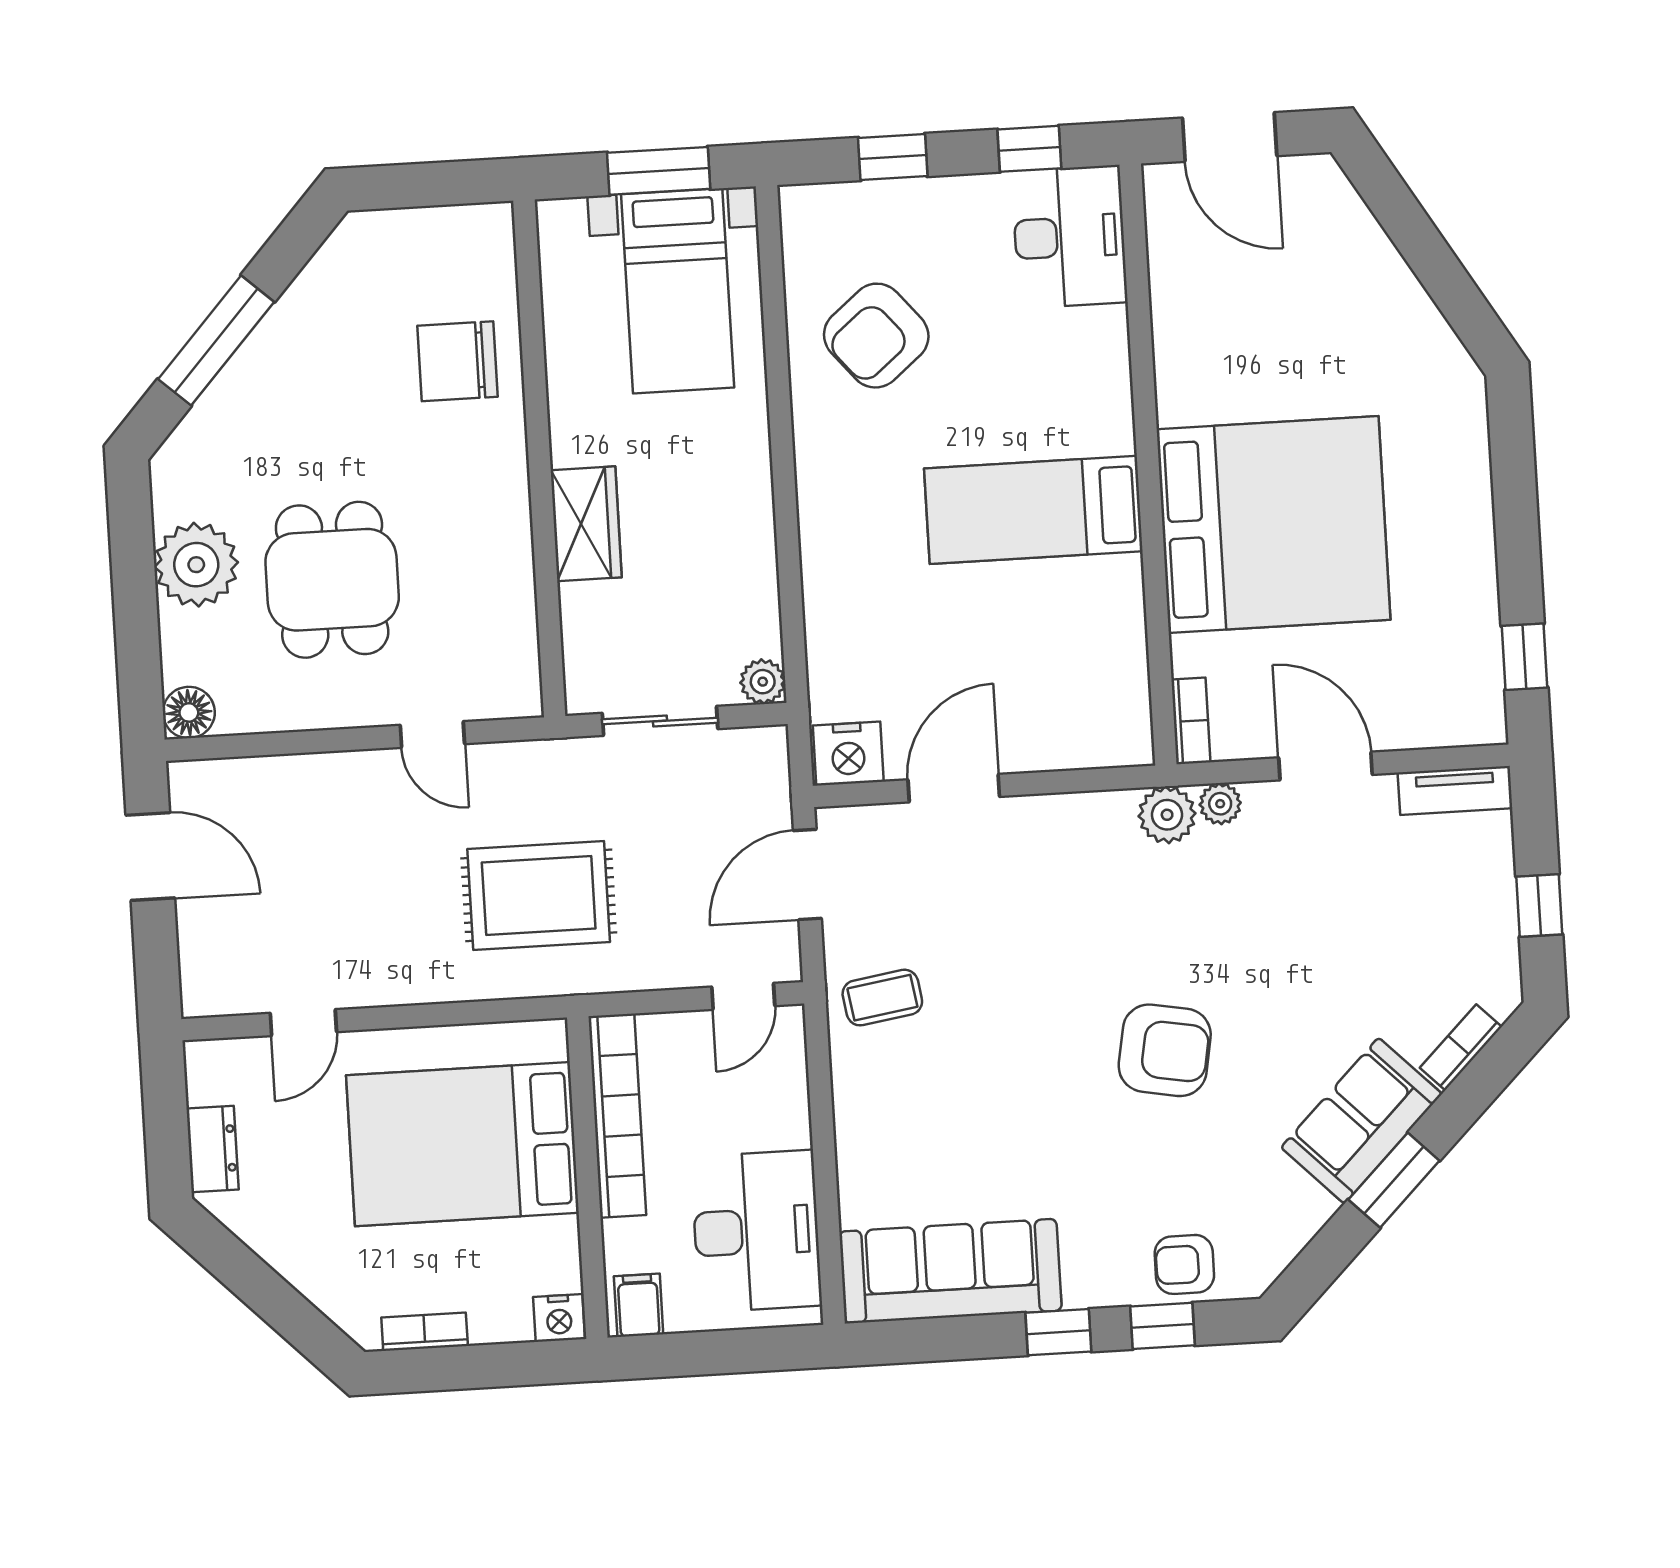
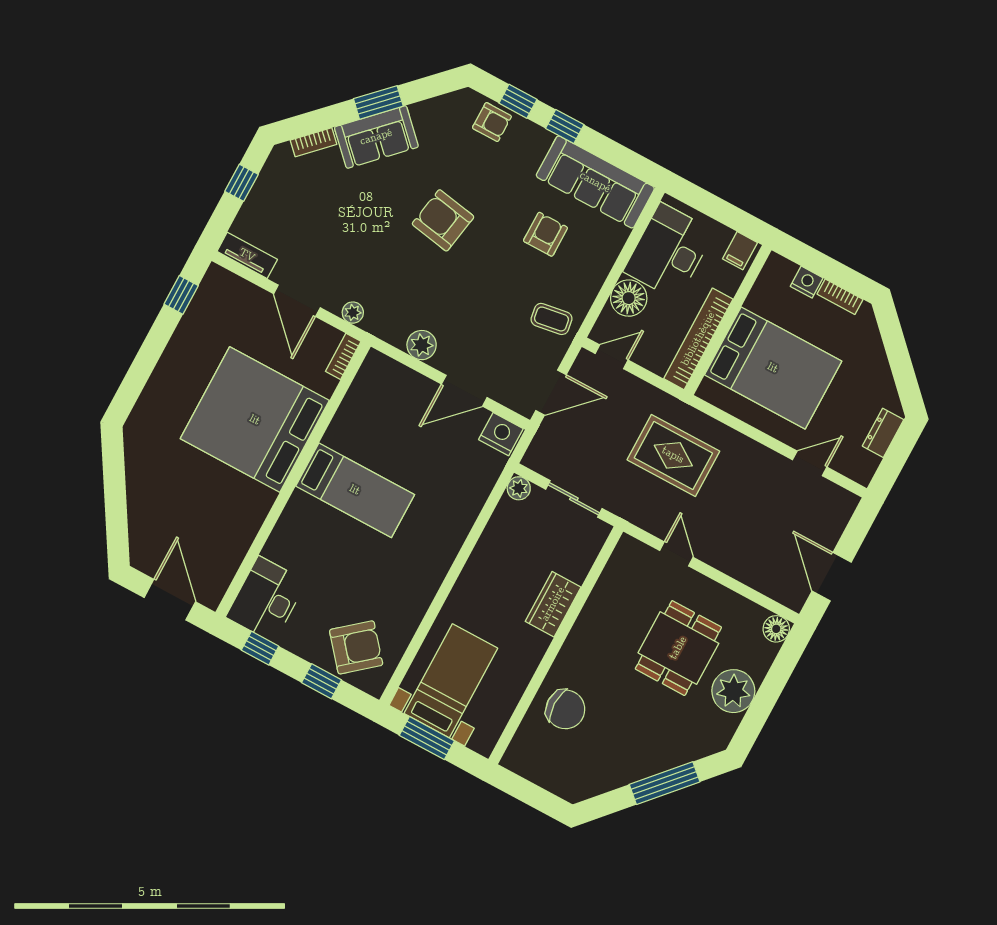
armchair: (876, 336) -> (356, 647), moved
plant: (1167, 815) -> (422, 345), moved
floor lamp: (775, 1112) -> (629, 298), added
armchair: (980, 1133) -> (545, 234), added
nightstand: (559, 1318) -> (807, 282), moved

